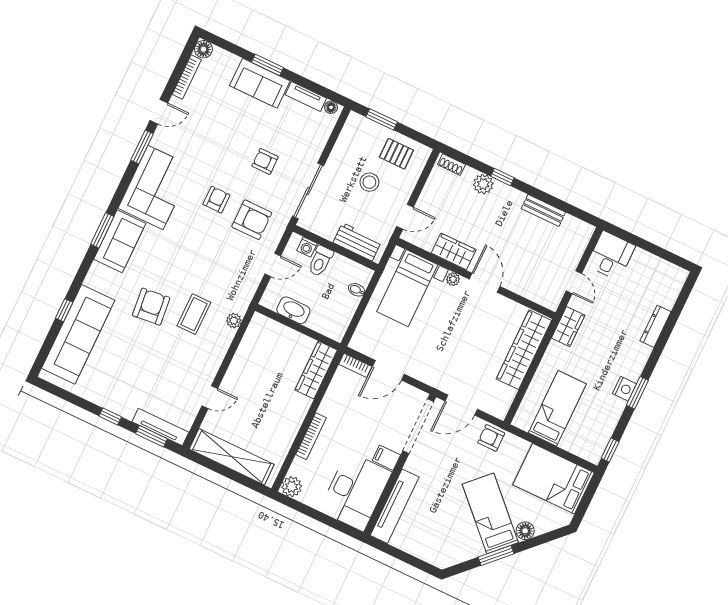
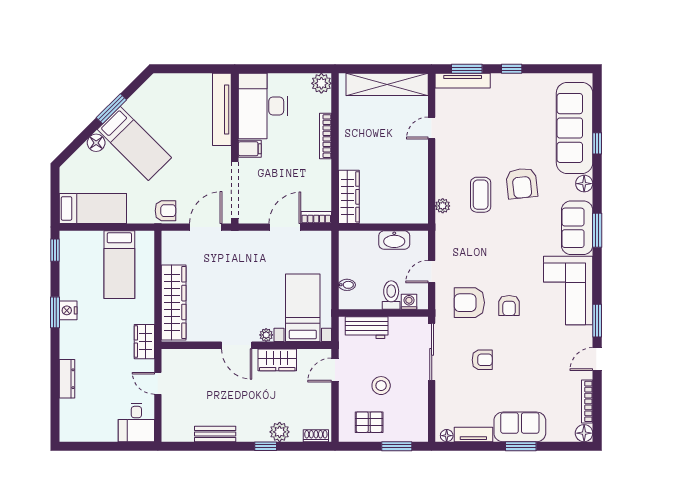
floor lamp: (94, 279) -> (584, 184), added
bed: (554, 479) -> (93, 208), width x0.67

